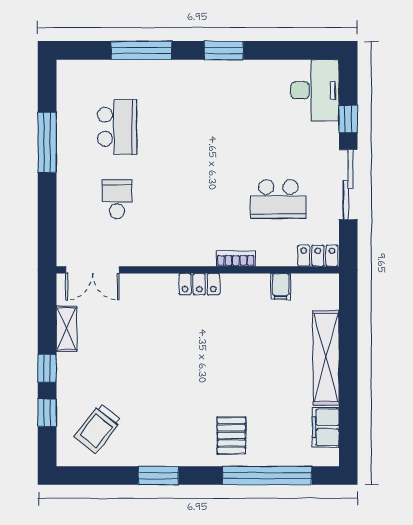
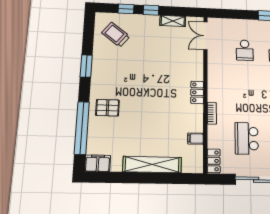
school desk: (117, 199) -> (245, 50), turned 90
filing cabinet: (326, 427) -> (98, 163), moved

